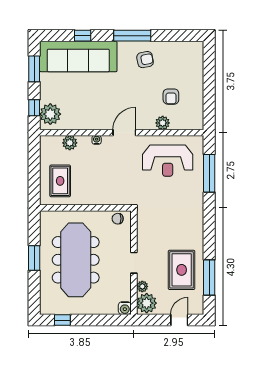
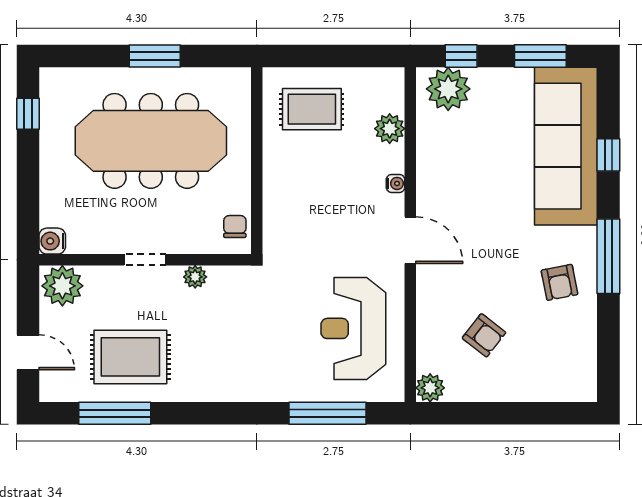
armchair: (171, 97) -> (484, 335), turned -142
plant: (163, 123) -> (430, 388), moved
plant: (142, 286) -> (195, 277), moved

